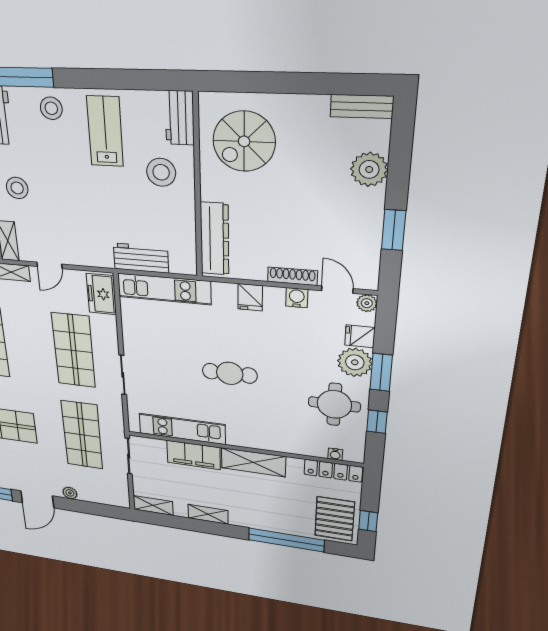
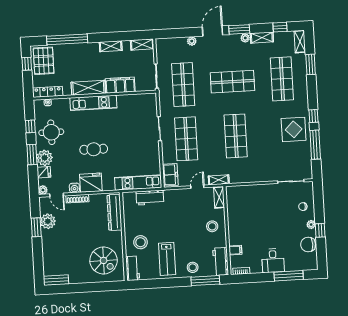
spiral stairs: (244, 141) -> (104, 260), turned 90
plant: (369, 169) -> (48, 221), moved
fridge: (250, 297) -> (91, 183), width x1.88, depth x1.34
cafe table: (230, 373) -> (94, 149), moved
kitchen unit: (182, 429) -> (93, 103), moved

